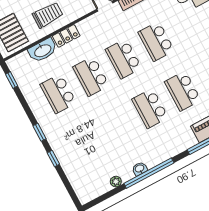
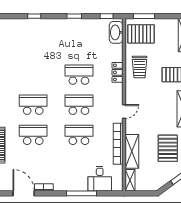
washbasin: (43, 50) -> (116, 32), moved
school desk: (58, 94) -> (79, 45), removed
window: (39, 132) -> (74, 16), moved

